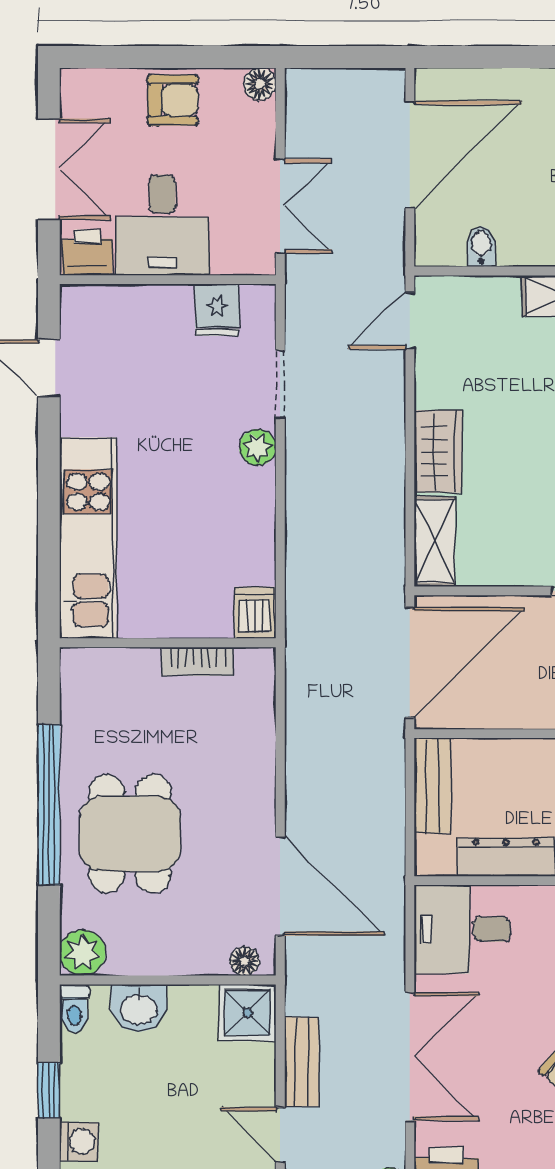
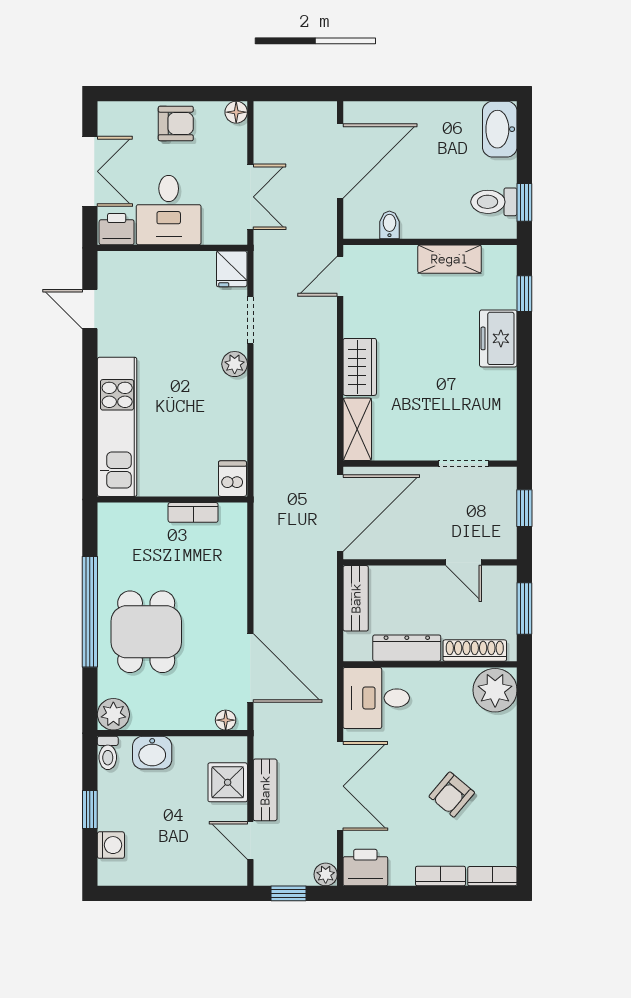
fridge: (217, 310) -> (232, 269), moved
shower: (248, 1013) -> (228, 782), moved

